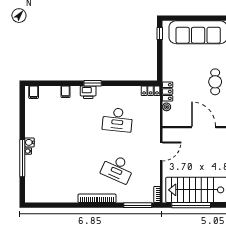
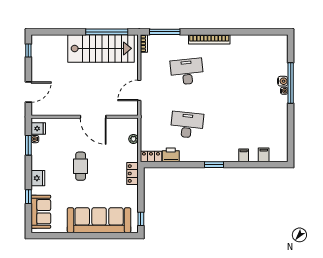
filing cabinet: (34, 92) -> (264, 155), moved
printer: (88, 92) -> (171, 155), moved
locker: (167, 92) -> (133, 173), moved
water cooler: (30, 142) -> (283, 81), moved
desk: (118, 169) -> (187, 72), turned -30

